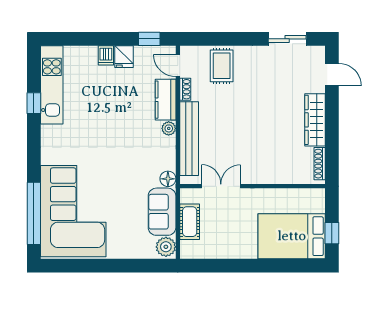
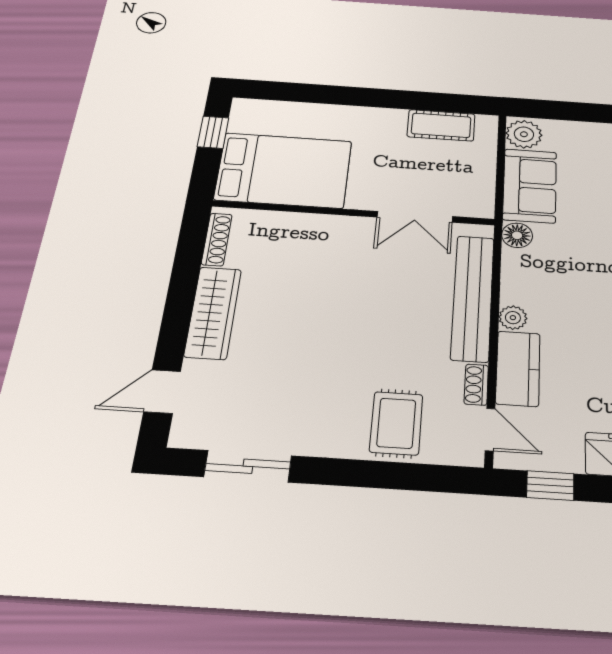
door: (332, 75) -> (162, 391), hinge flipped
cot: (190, 222) -> (441, 125), moved, turned 90
bed: (292, 236) -> (283, 170), moved

